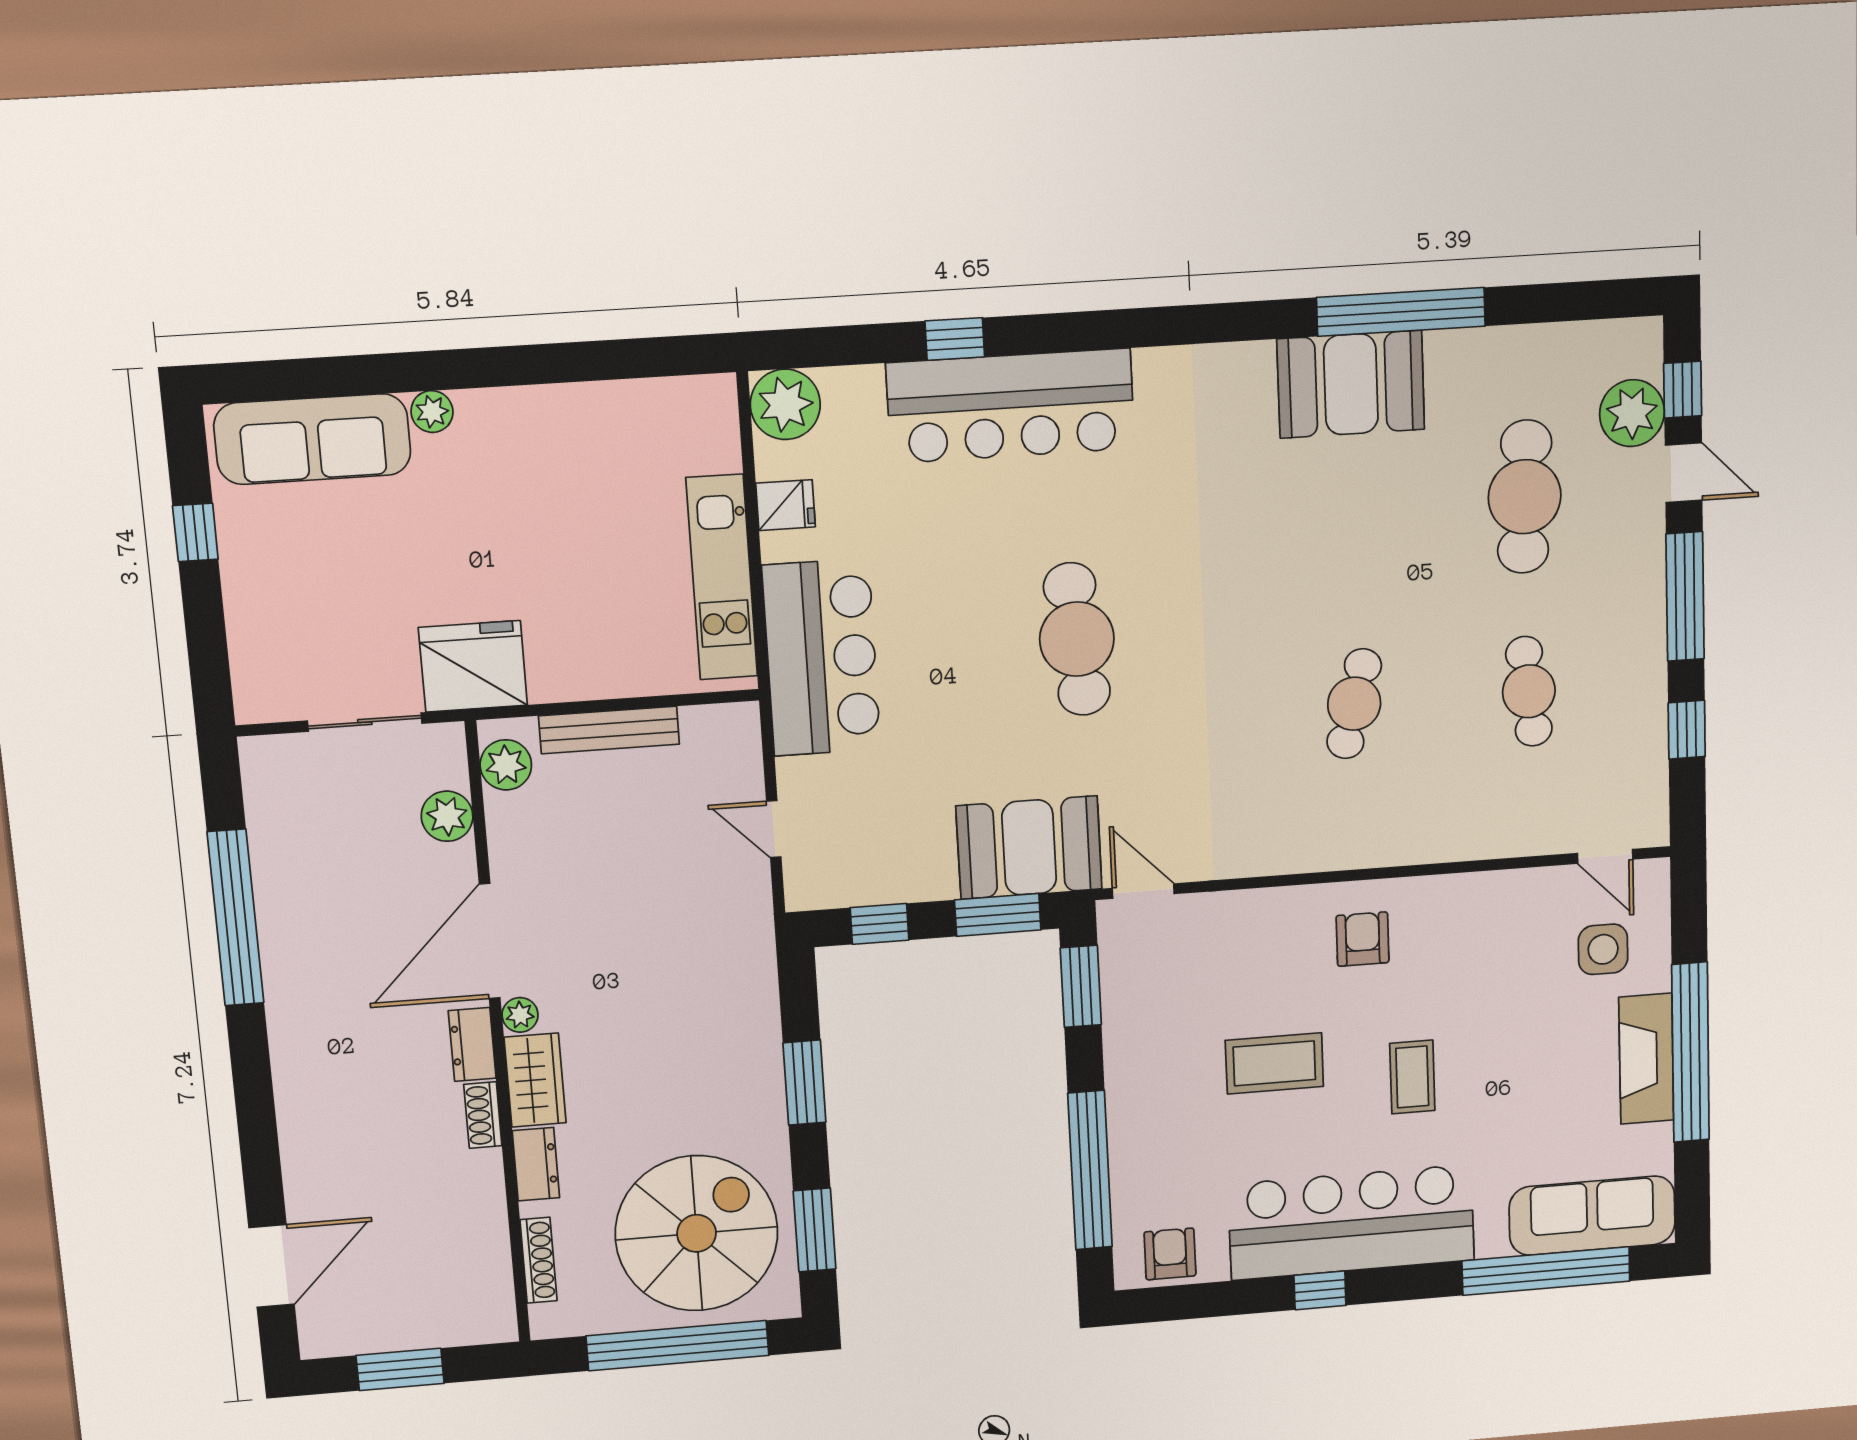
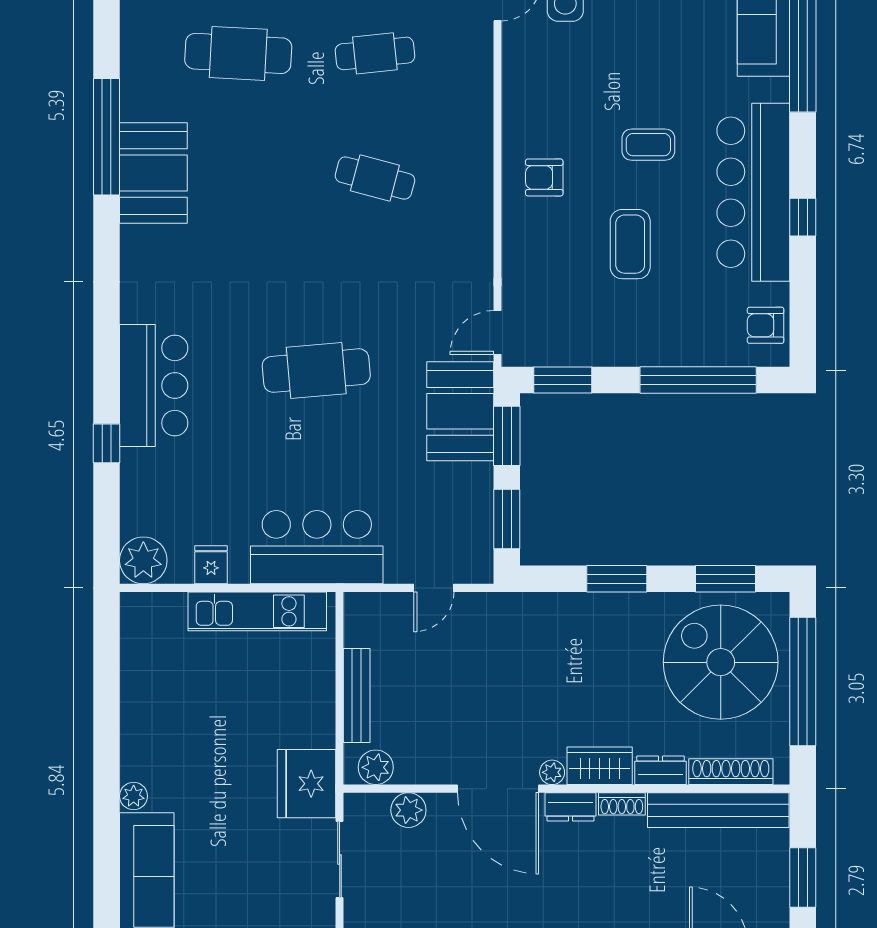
bar counter: (1011, 406) -> (154, 386), width x0.73
window: (879, 924) -> (507, 519), width x1.50
bench: (486, 1248) -> (718, 810), added
shoe rack: (539, 1260) -> (731, 772), width x1.36, depth x1.24

